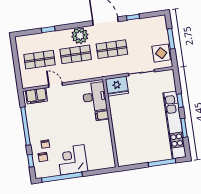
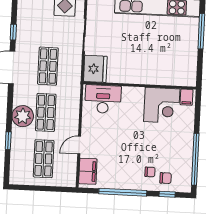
plant: (80, 36) -> (23, 116), moved
filing cabinet: (102, 115) -> (187, 97), moved
corner desk: (72, 160) -> (162, 105), moved, turned -90

